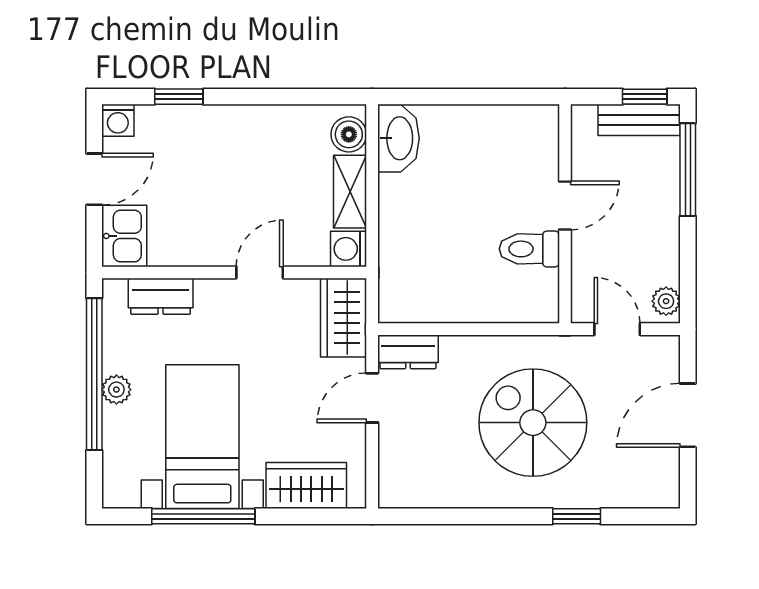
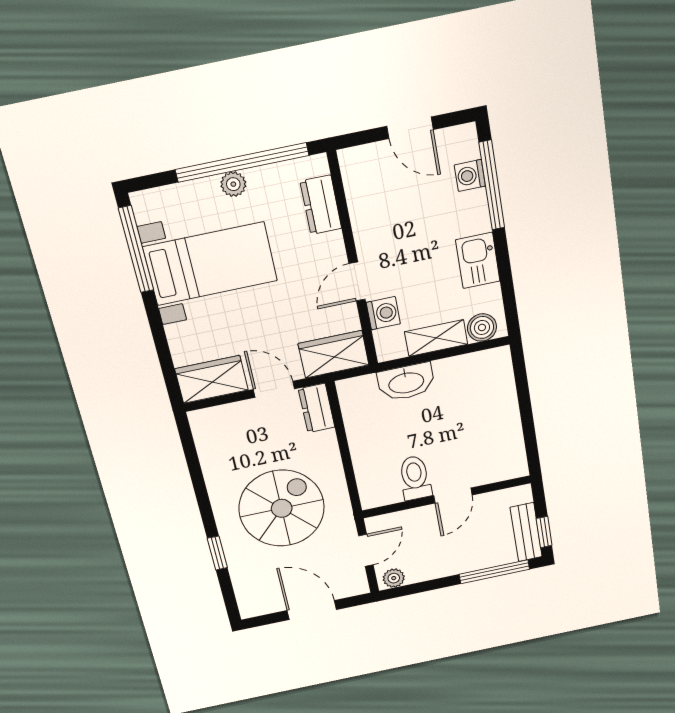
window: (179, 97) -> (492, 185), width x2.17
washing machine: (118, 120) -> (470, 175), moved
washbasin: (398, 138) -> (406, 382), moved
door: (565, 205) -> (453, 495), hinge flipped
kitchen sink: (124, 236) -> (478, 261), moved, turned 90
washing machine: (349, 249) -> (383, 313), moved, turned 90
door: (260, 272) -> (357, 281), swing flipped
wardrobe: (306, 485) -> (212, 379), moved, turned -90
window: (203, 516) -> (136, 249), moved

